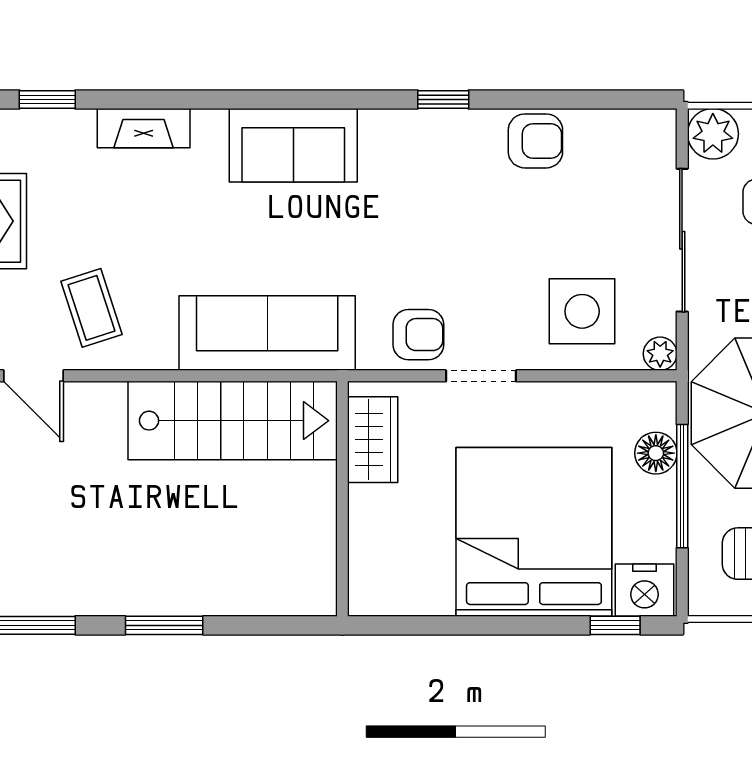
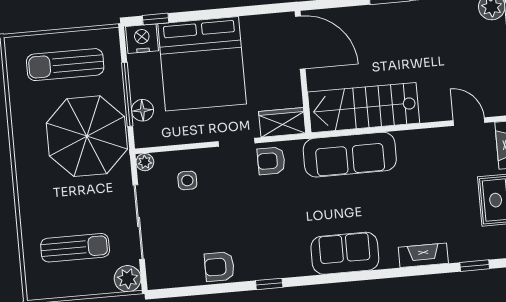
coffee table: (92, 308) -> (442, 160), removed
side table: (582, 311) -> (187, 180), width x0.54, depth x0.54
wardrobe: (373, 440) -> (282, 122), moved, turned 90
door: (342, 556) -> (300, 42), added

